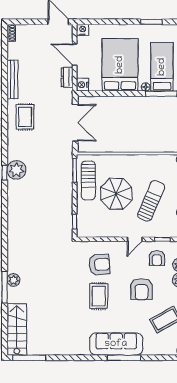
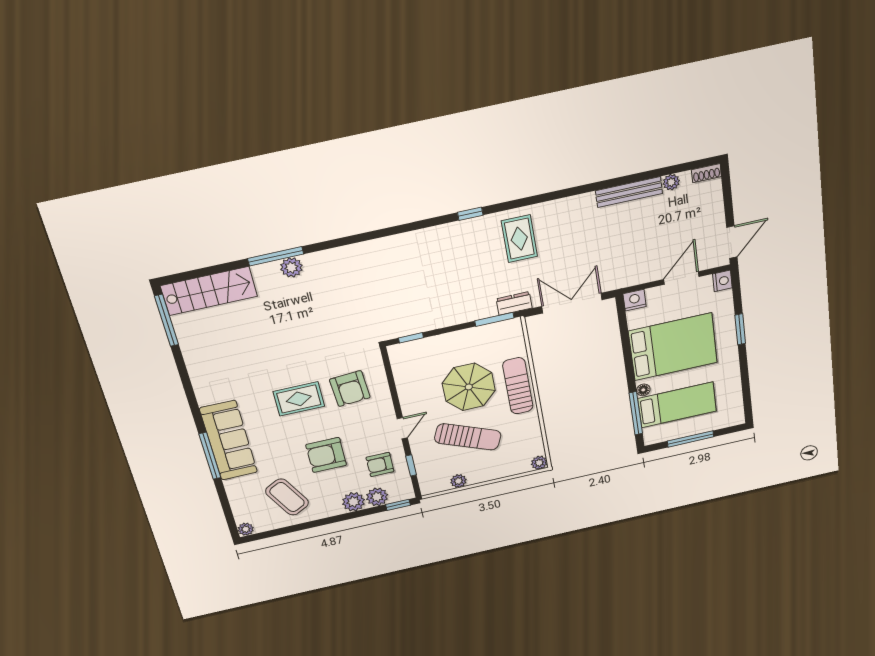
window: (151, 22) -> (740, 329), moved
dresser: (67, 77) -> (514, 303), moved
rug: (25, 117) -> (519, 239), moved, turned 90
double door: (75, 123) -> (572, 303), swing flipped
plant: (16, 170) -> (671, 182), moved, width x0.53, depth x0.53
sun lounger: (88, 180) -> (518, 386), moved, turned 90
door: (135, 239) -> (402, 428), swing flipped

